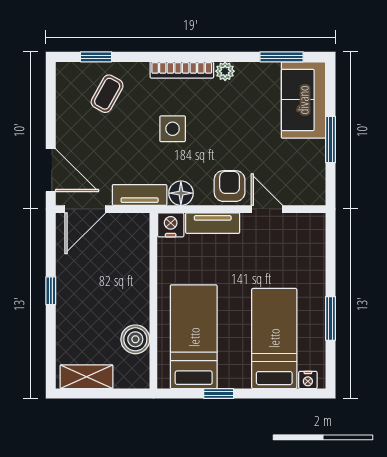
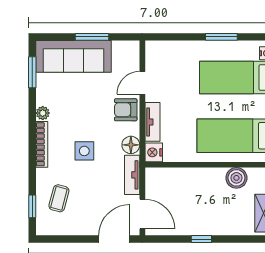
coffee table: (107, 94) -> (59, 198), turned 76
sofa: (303, 100) -> (73, 56), width x1.36

